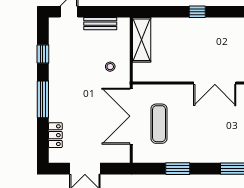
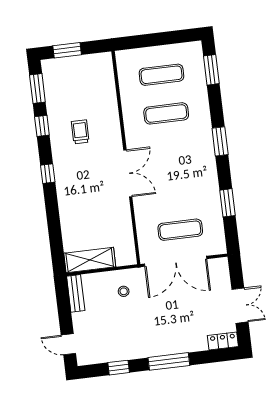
window: (197, 12) -> (48, 174), moved
bench: (100, 24) -> (76, 293), moved
locker: (55, 135) -> (223, 341), moved

